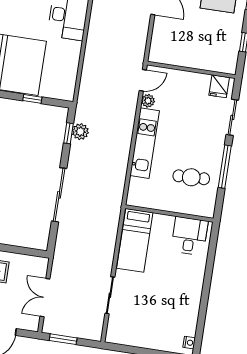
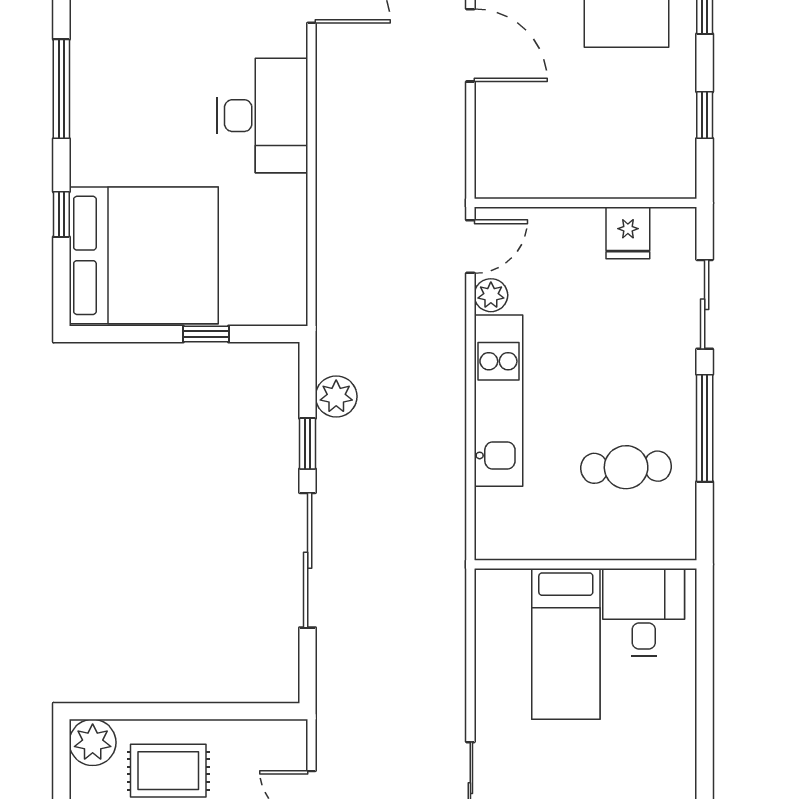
fridge: (219, 86) -> (628, 233), moved
window: (69, 133) -> (308, 444), moved
bed: (135, 240) -> (566, 644), moved

